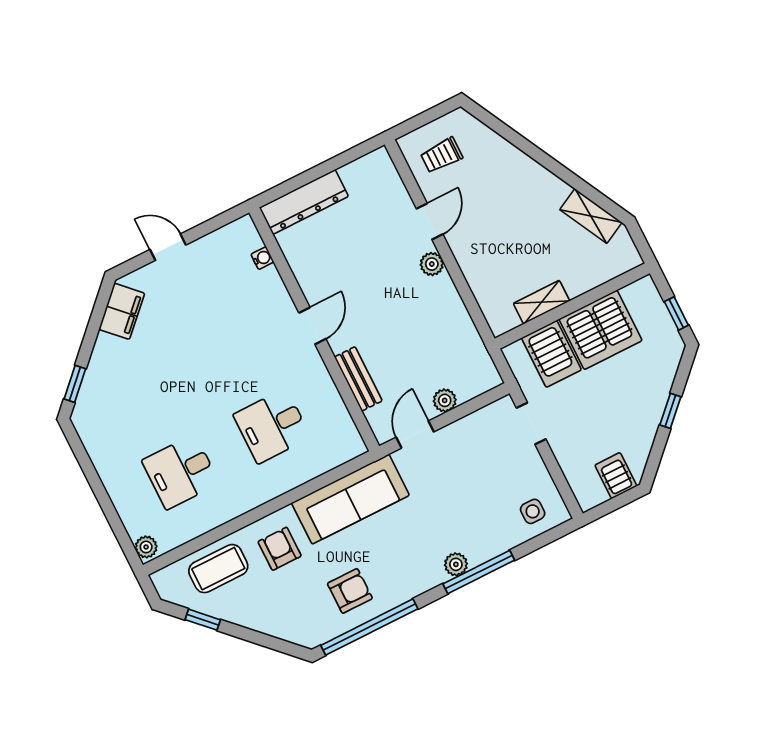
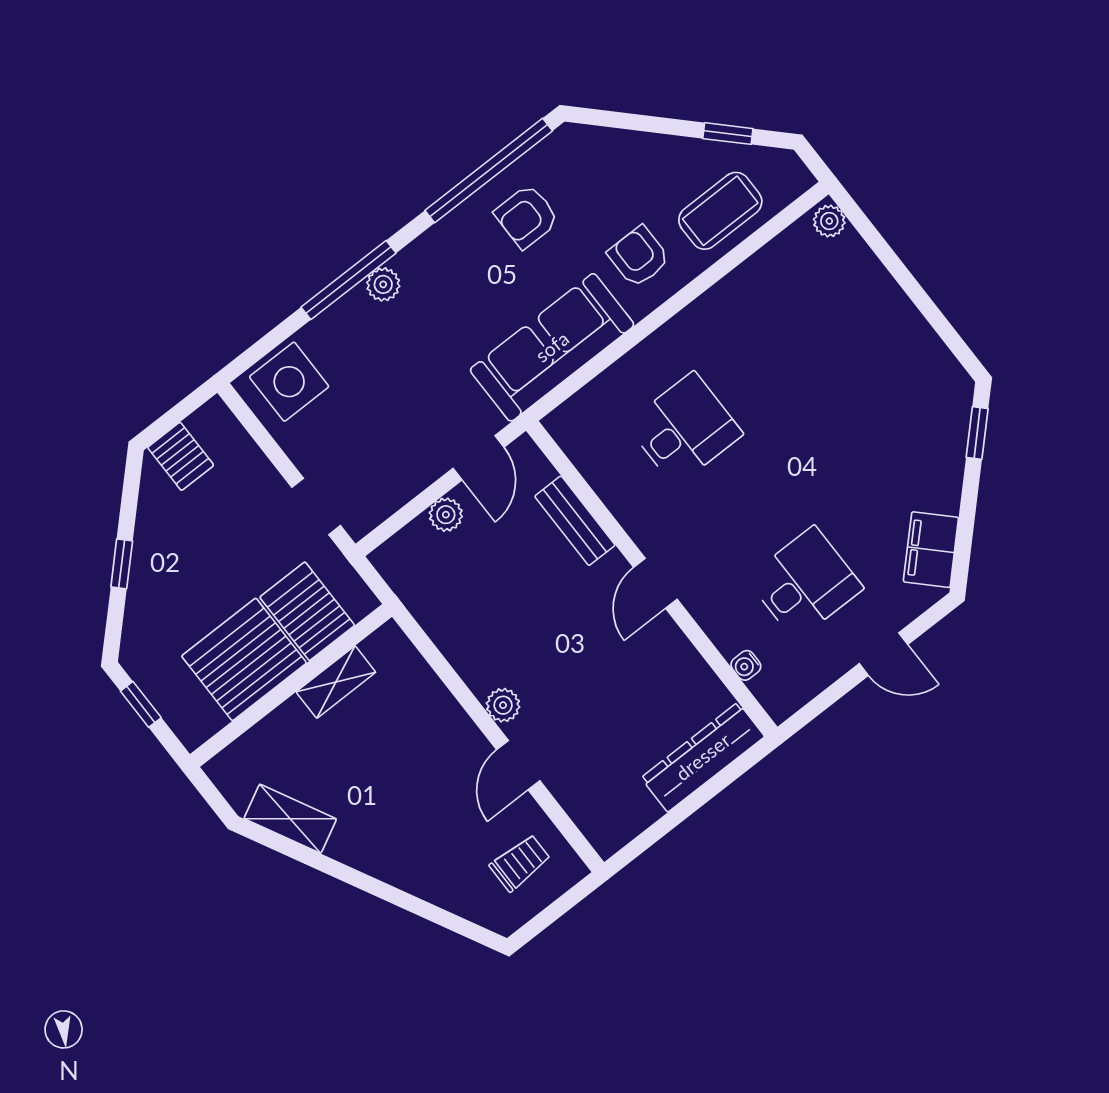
desk: (181, 472) -> (805, 583), moved
side table: (533, 511) -> (289, 382), width x1.87, depth x1.87
armchair: (280, 549) -> (639, 257), turned 180

